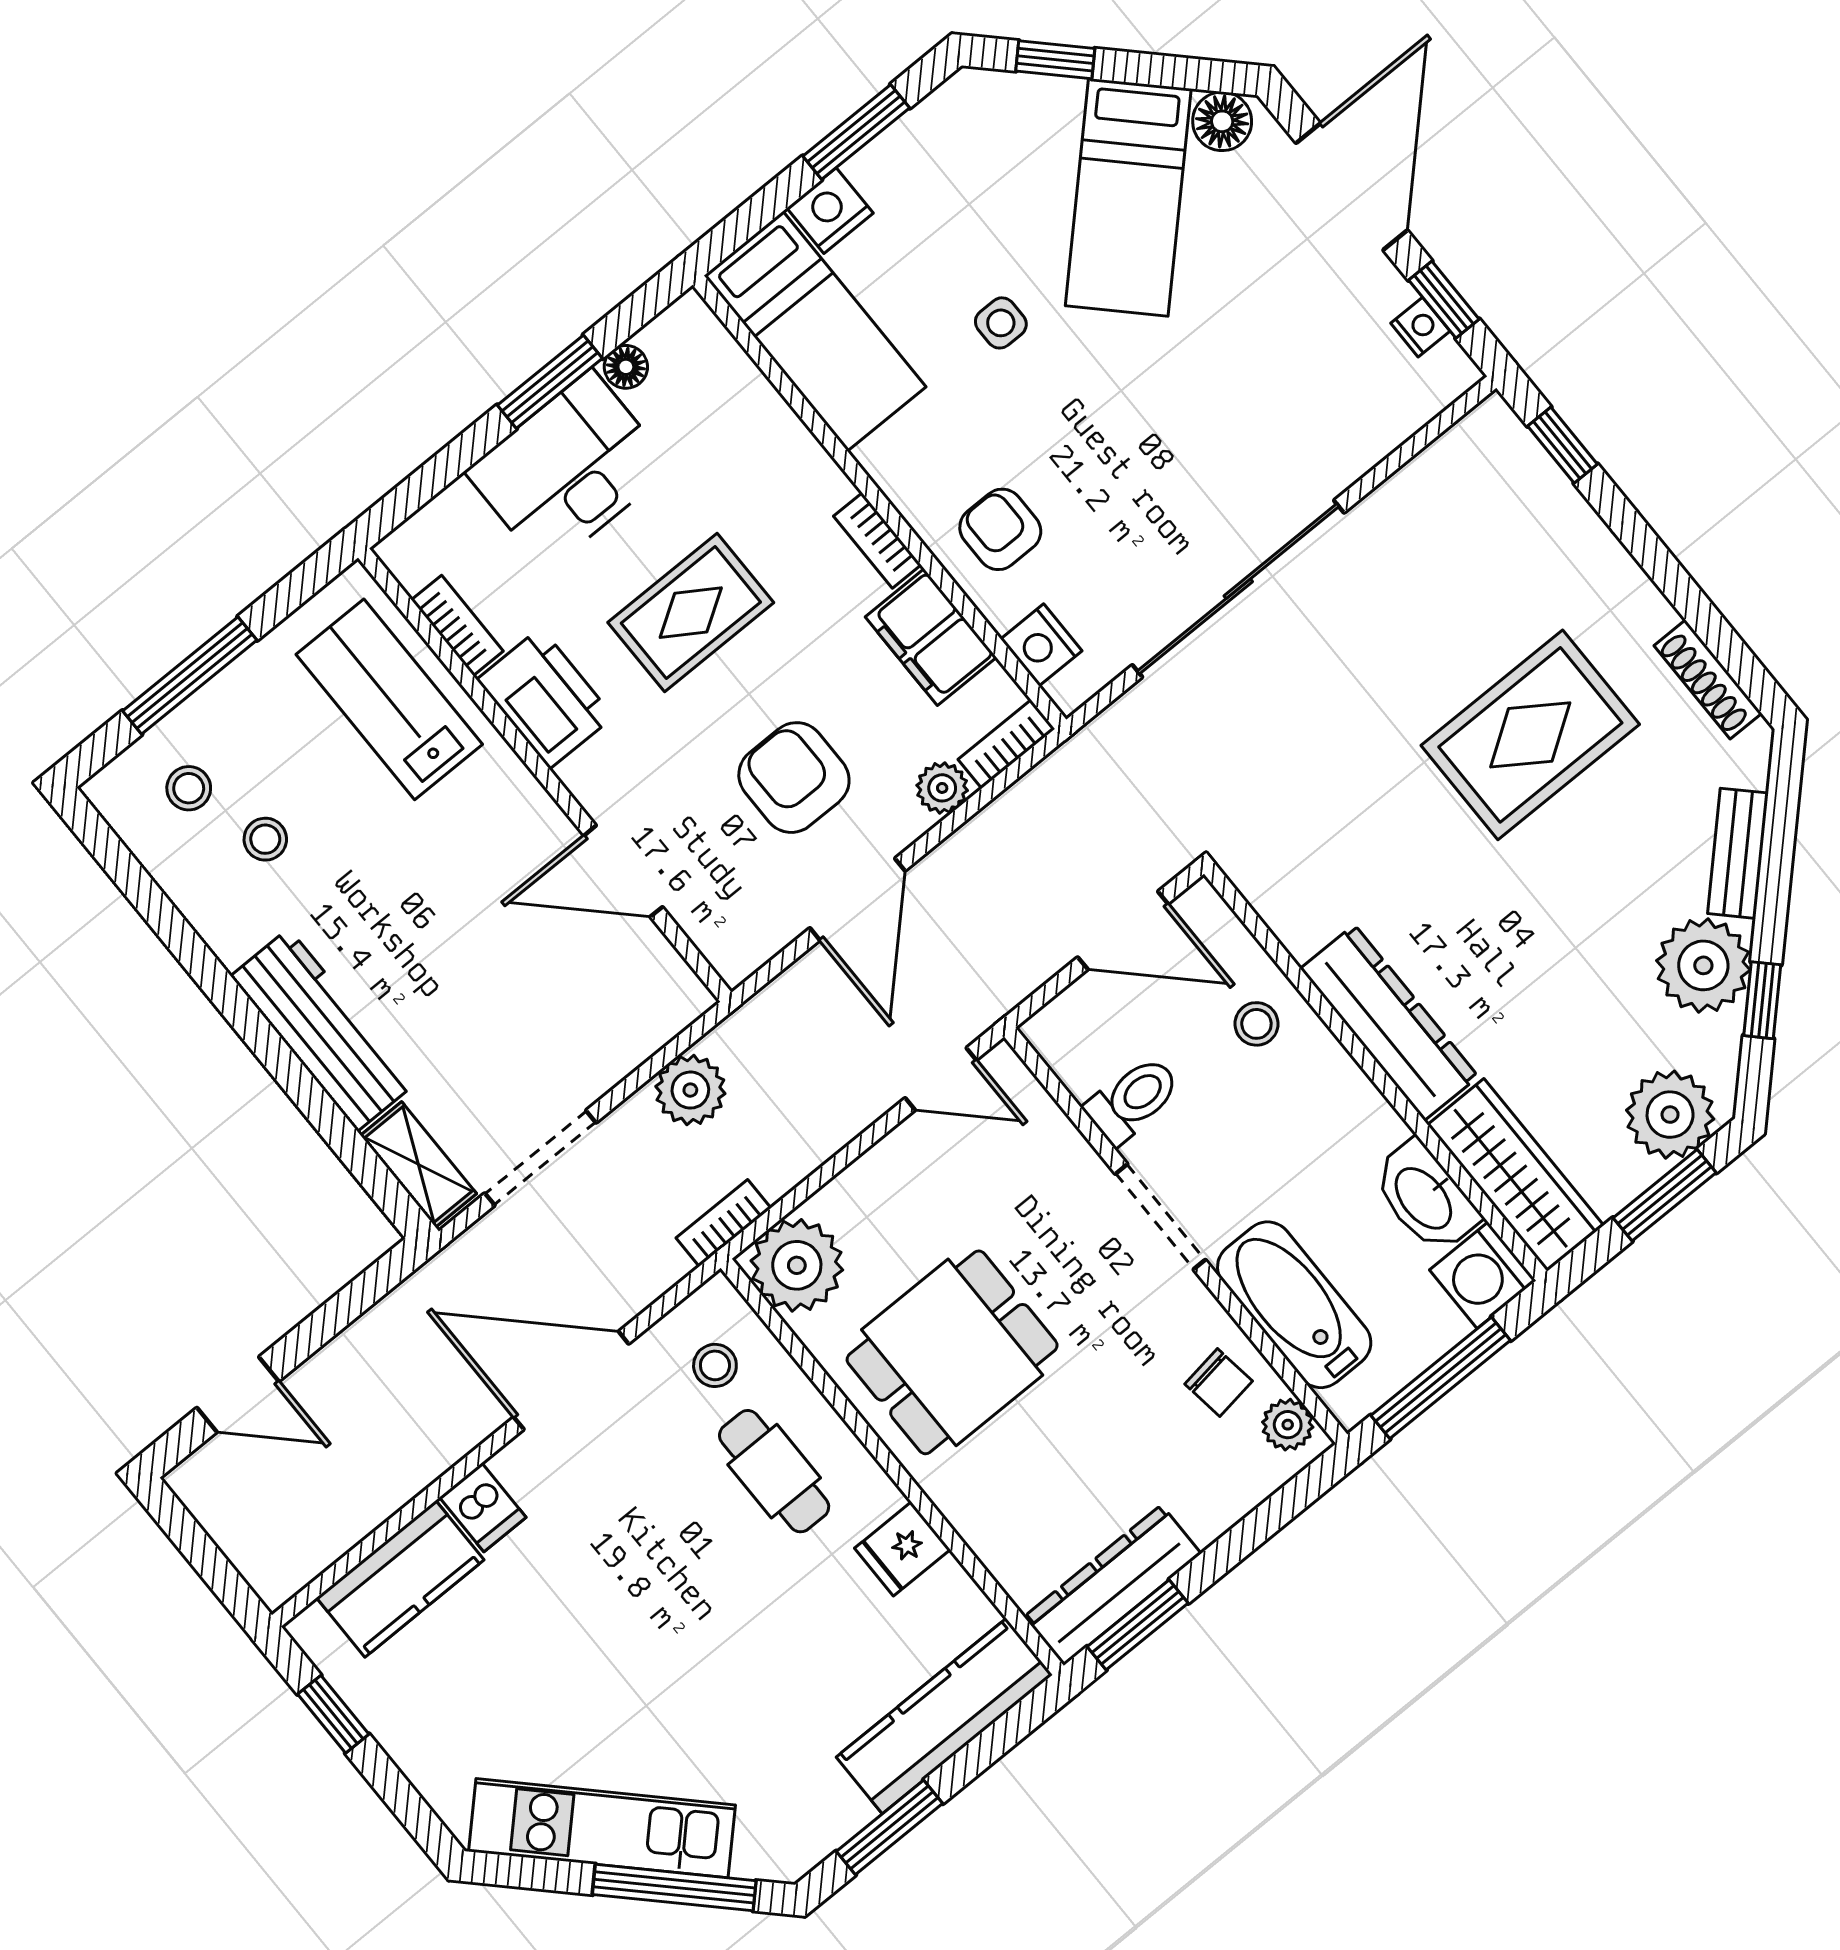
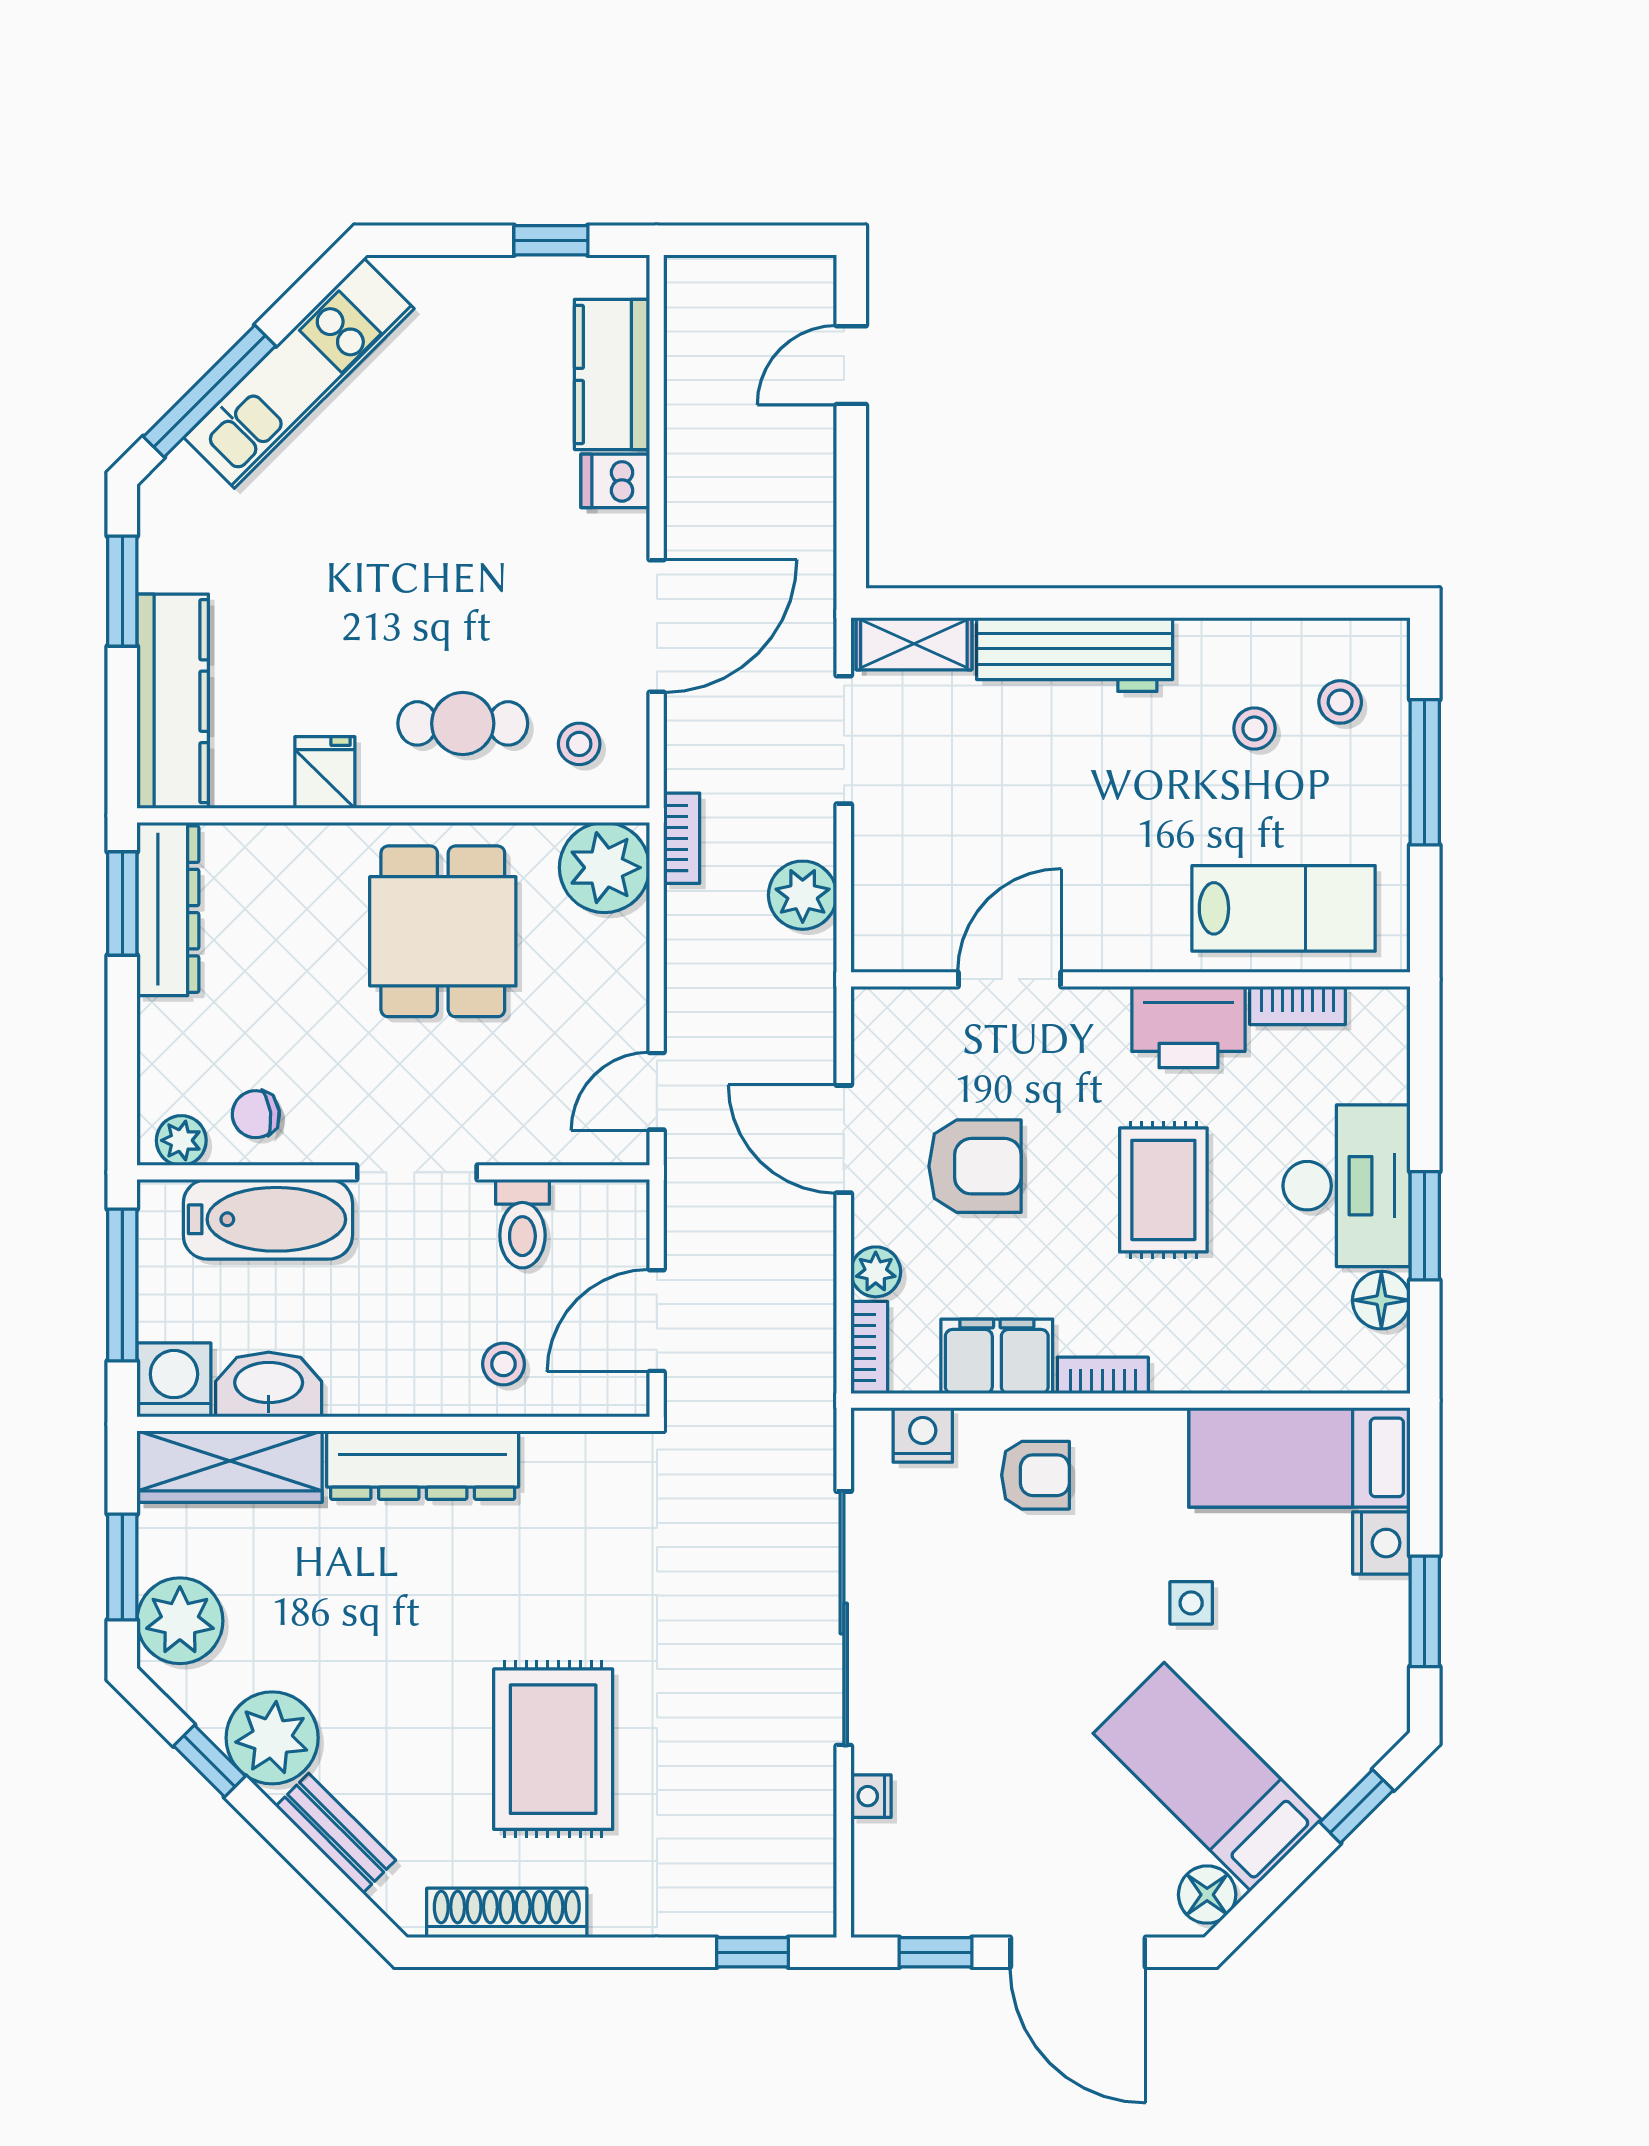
nightstand: (1420, 327) -> (871, 1796), moved, turned 90
floor lamp: (626, 367) -> (1381, 1300), width x1.37, depth x1.37
shoe rack: (1708, 679) -> (507, 1913), width x1.36, depth x1.24

